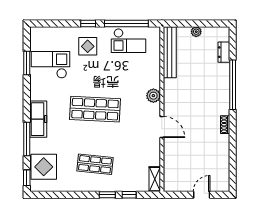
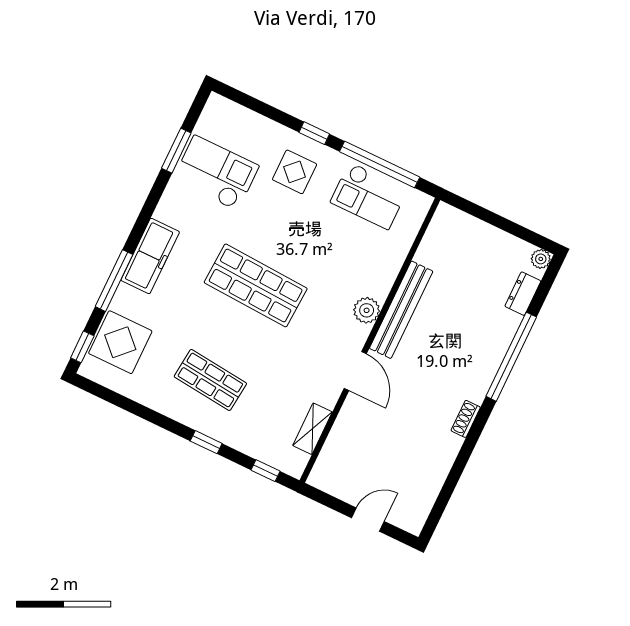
plant: (196, 32) -> (541, 259), moved
bench: (170, 52) -> (401, 310), moved
shelving: (155, 179) -> (313, 429), moved
window: (129, 195) -> (266, 471), moved

